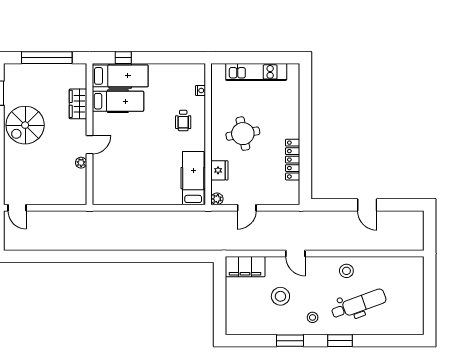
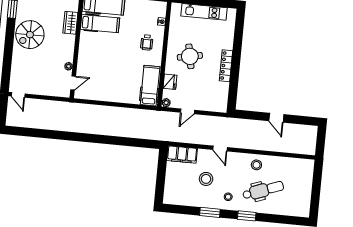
door: (89, 145) -> (73, 83), moved
locker: (293, 160) -> (226, 66), moved

